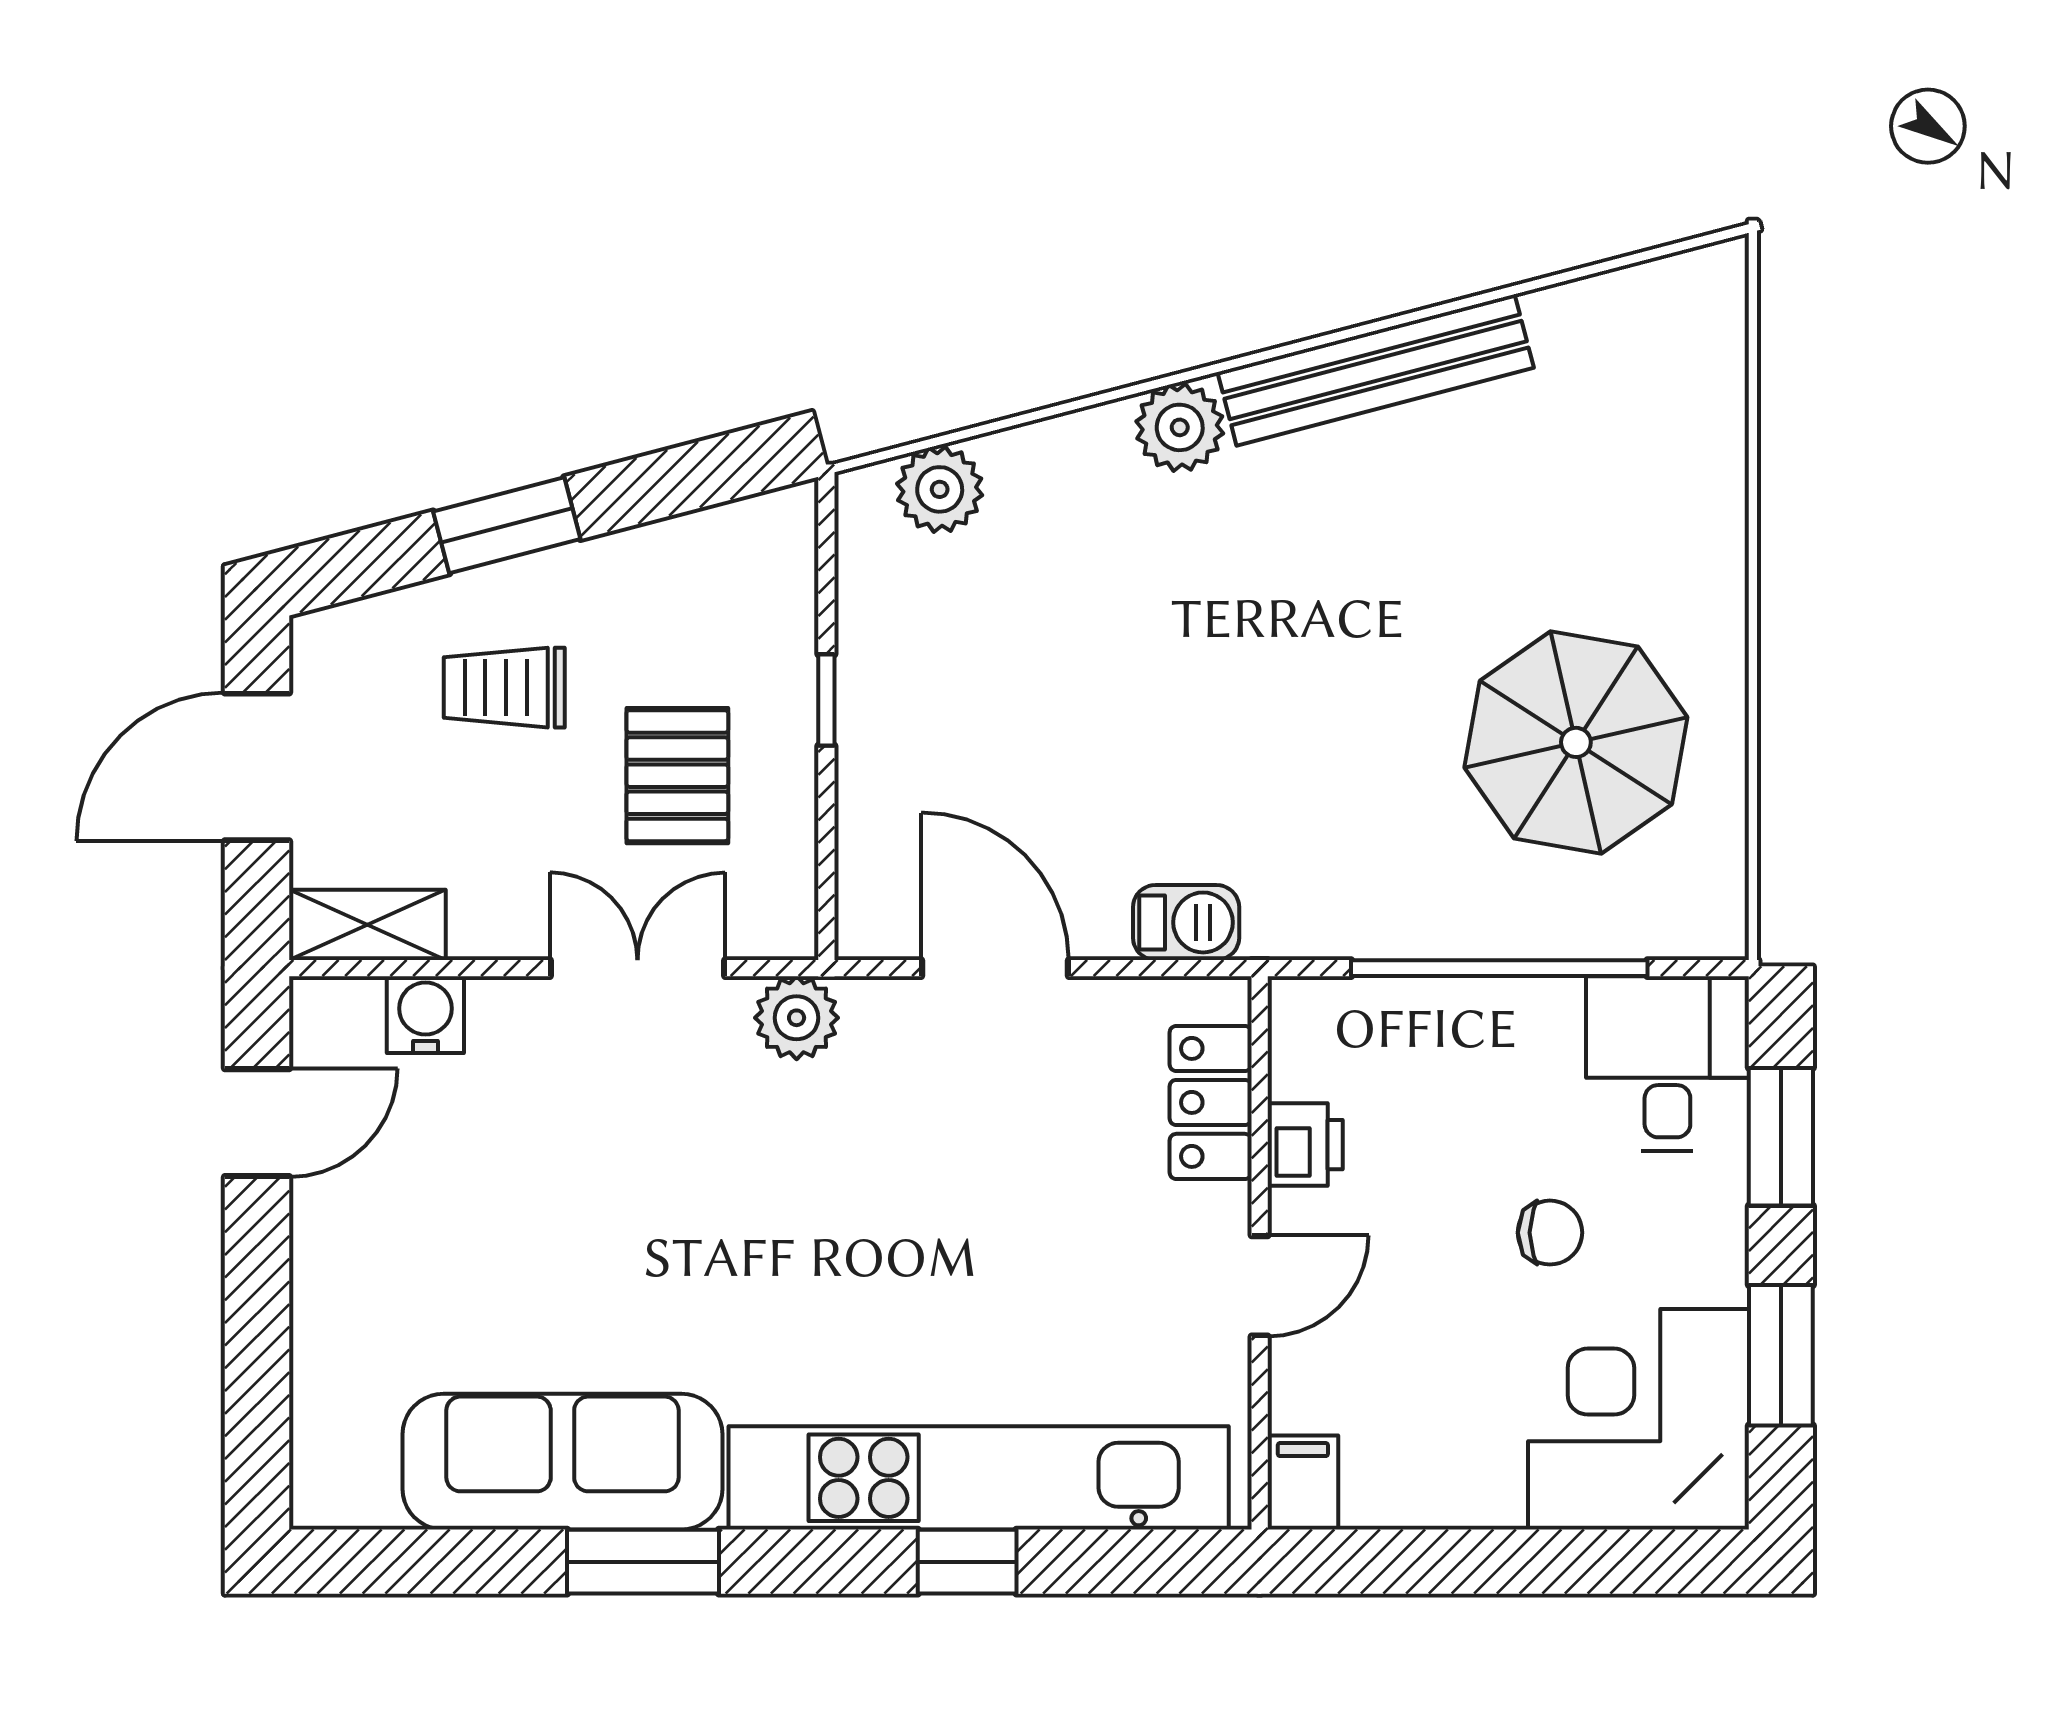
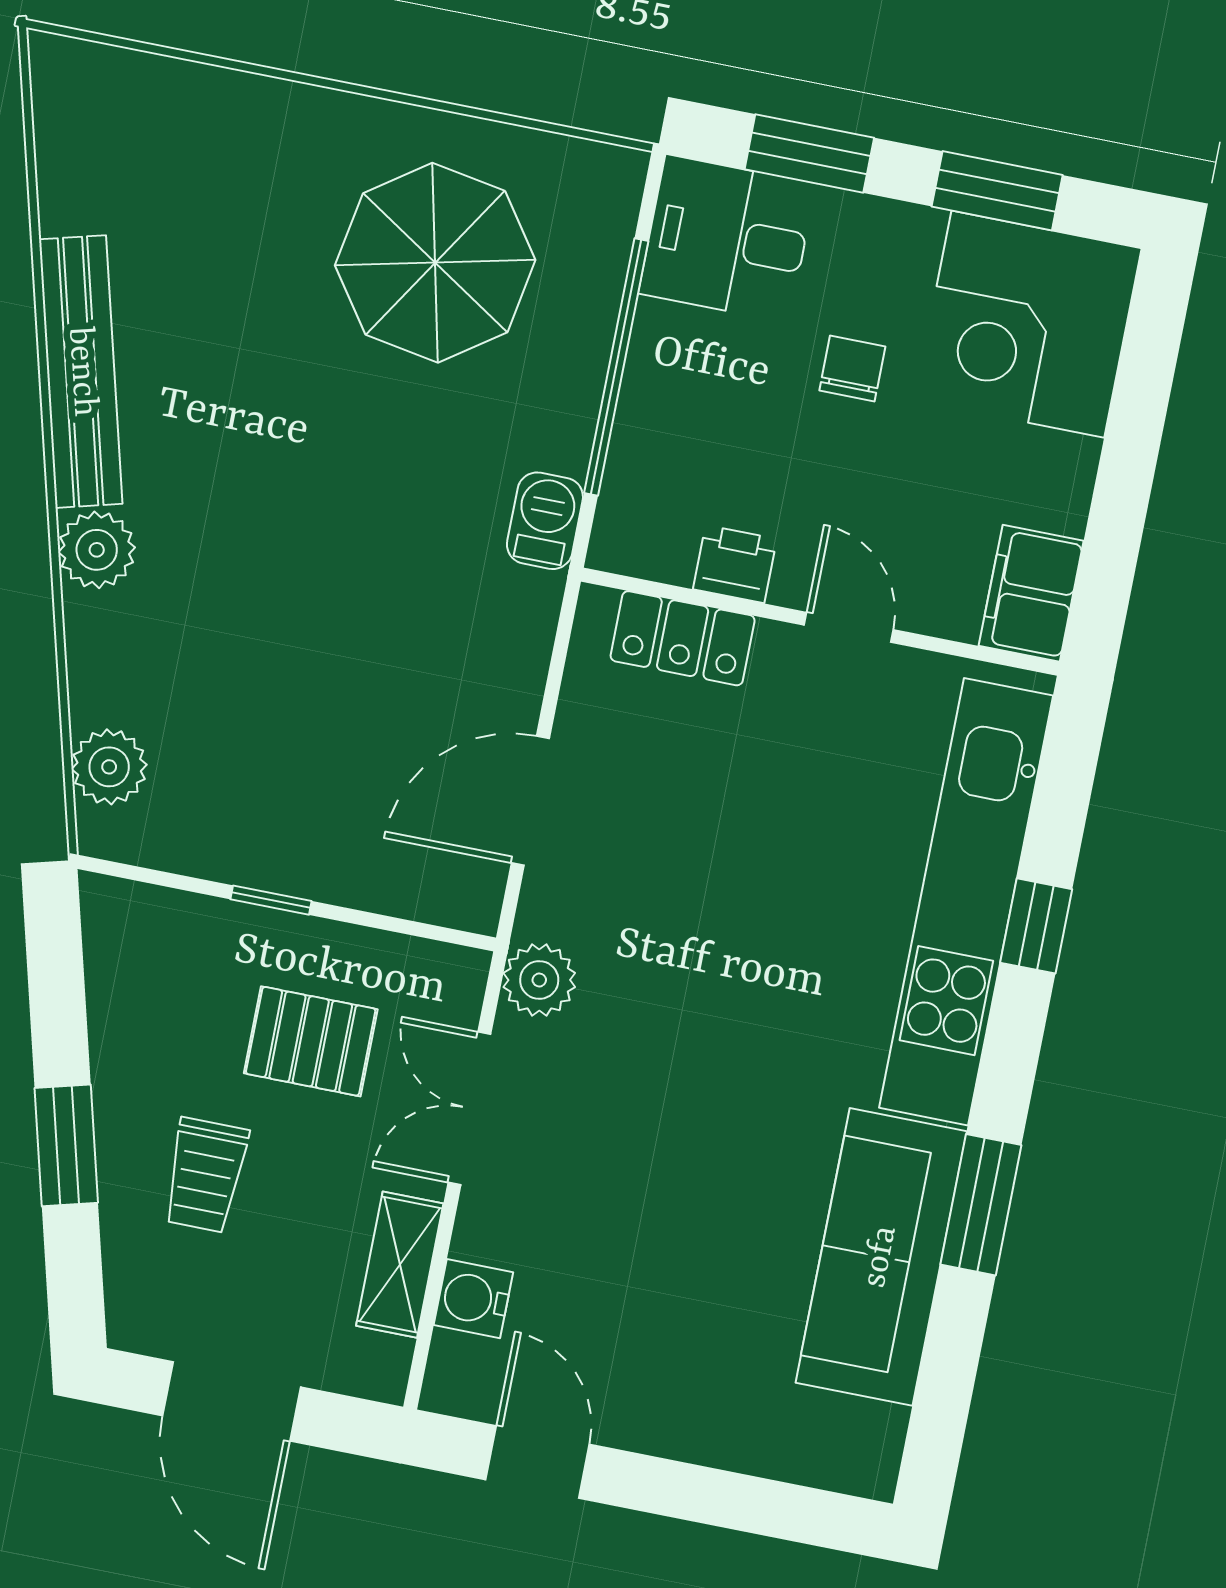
barbecue: (1186, 922) -> (545, 521), moved
shelving: (367, 925) -> (400, 1265), moved
filing cabinet: (1303, 1482) -> (1031, 593), width x2.00

